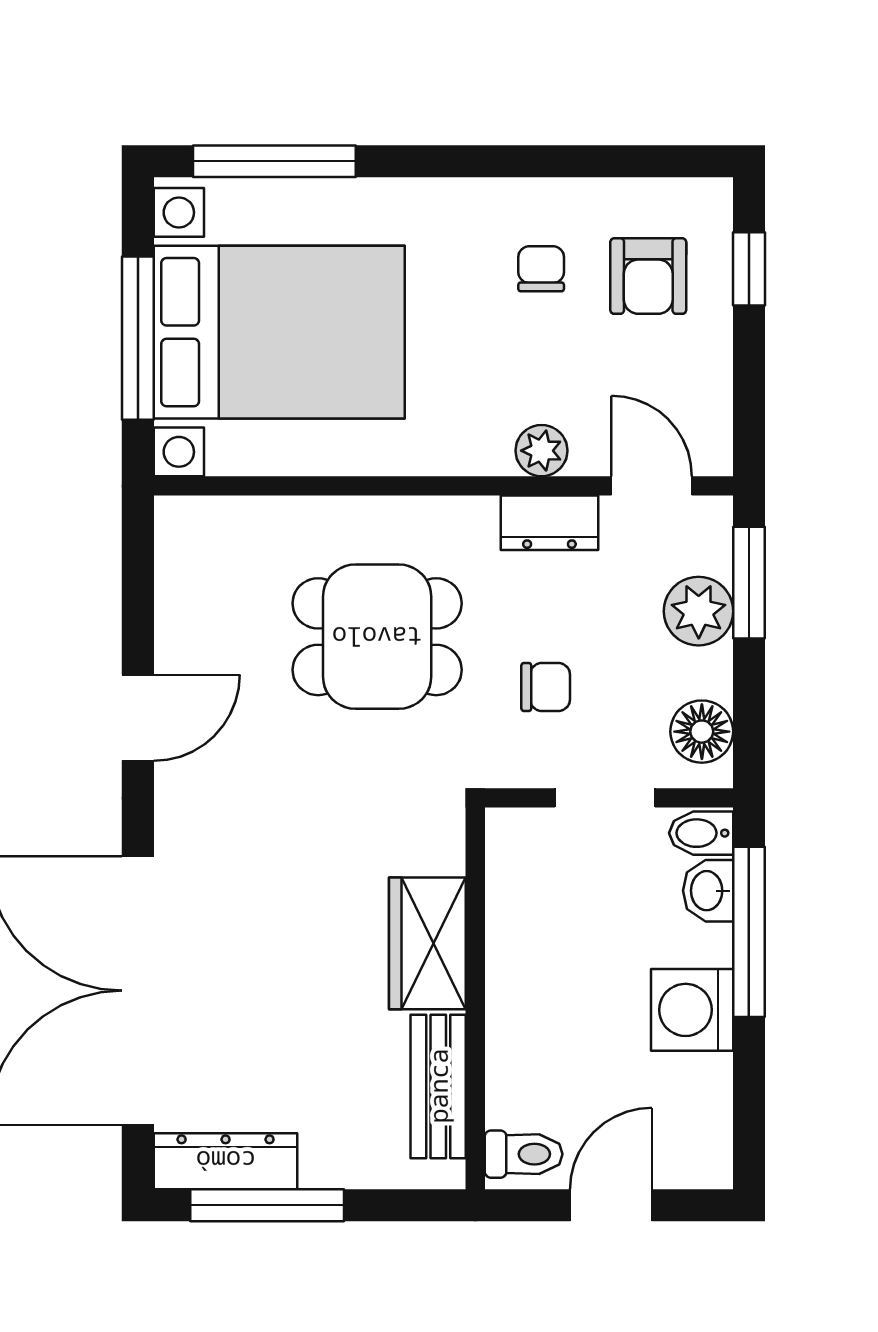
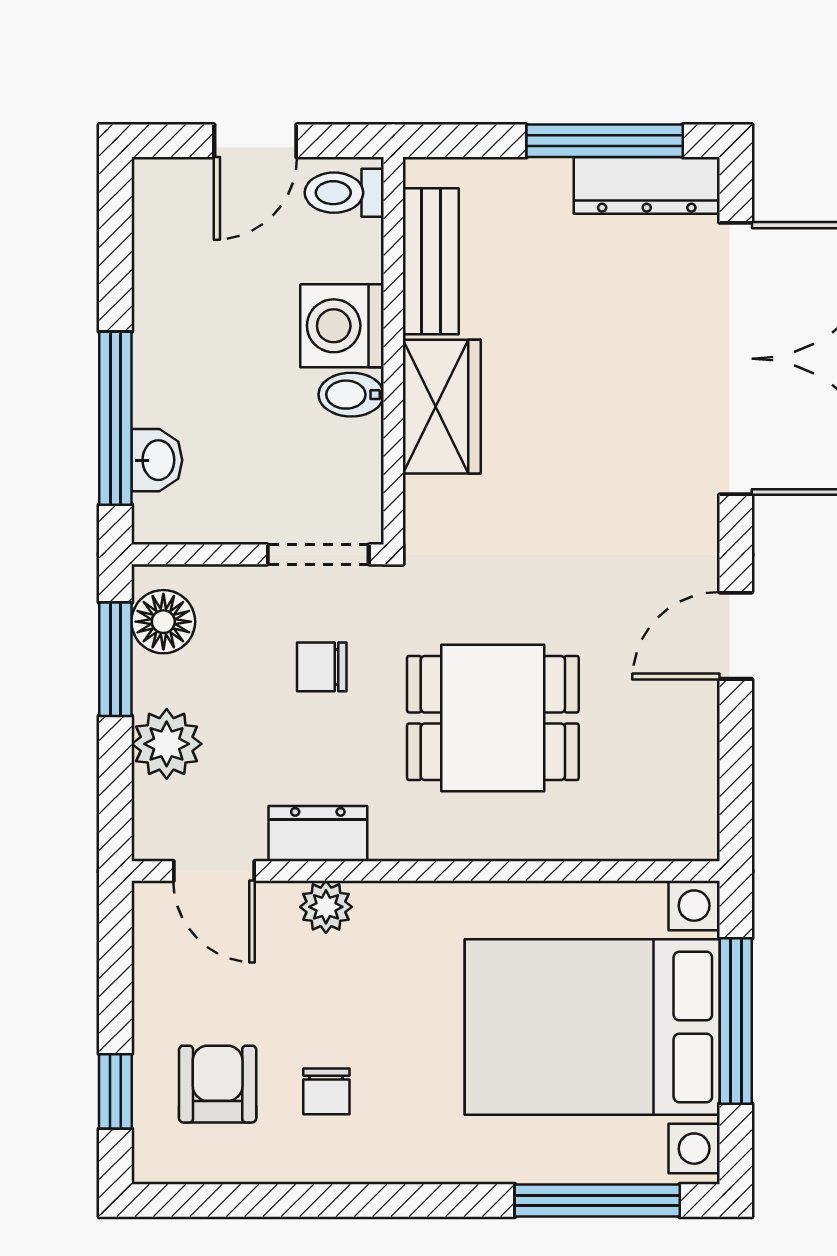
window: (749, 583) -> (115, 659), moved
doorway: (605, 798) -> (318, 554), moved
bidet: (701, 833) -> (351, 395), moved, turned 180
washing machine: (692, 1010) -> (342, 326), moved, turned 180

